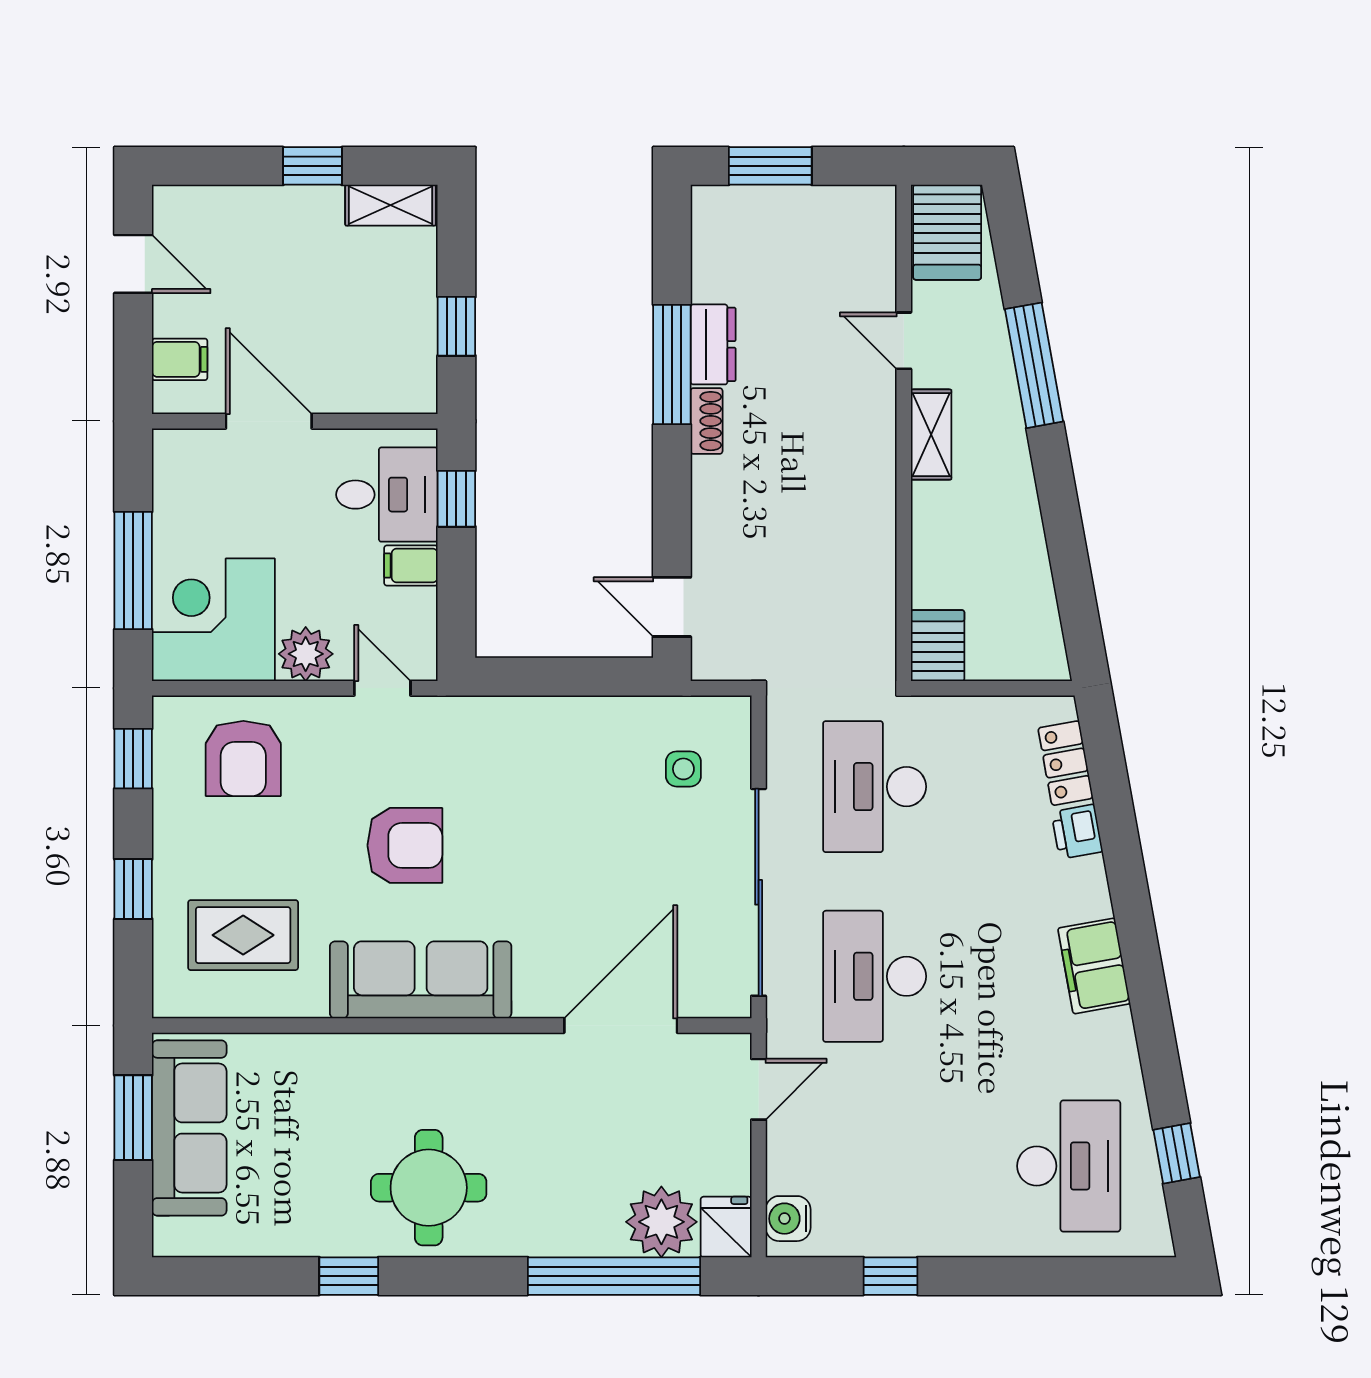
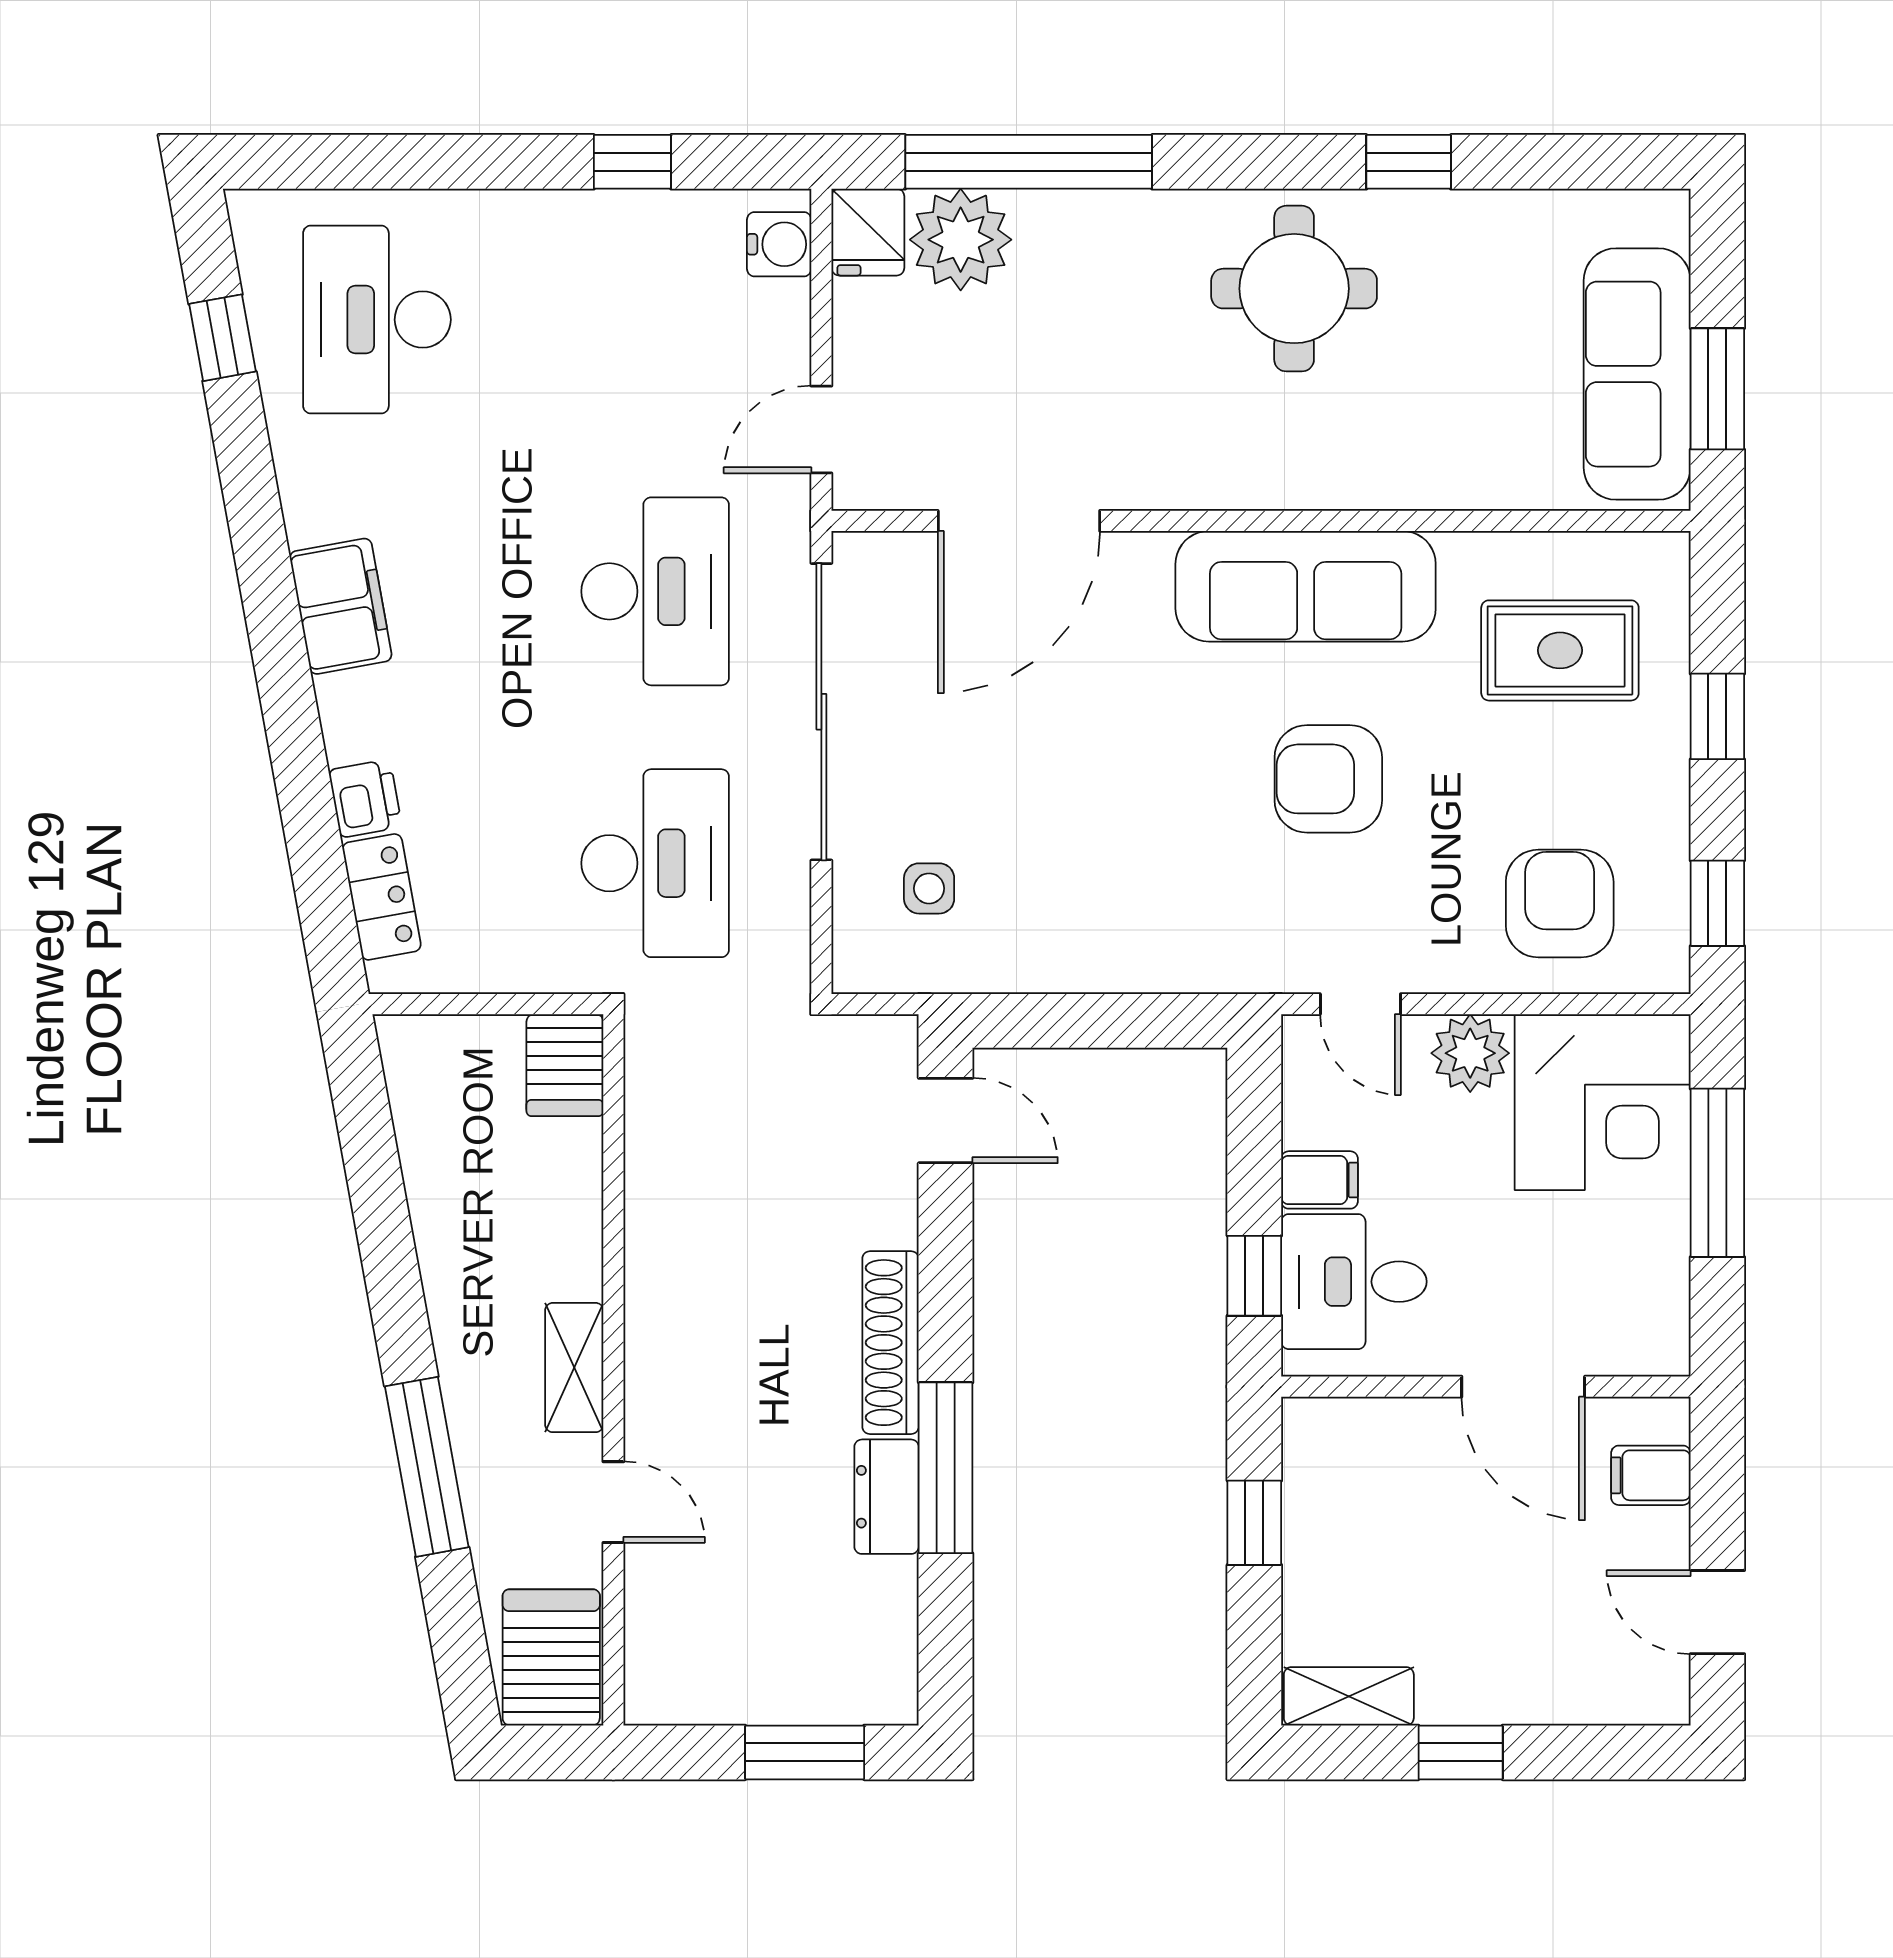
shoe rack: (707, 421) -> (891, 1343), width x1.94, depth x1.24

